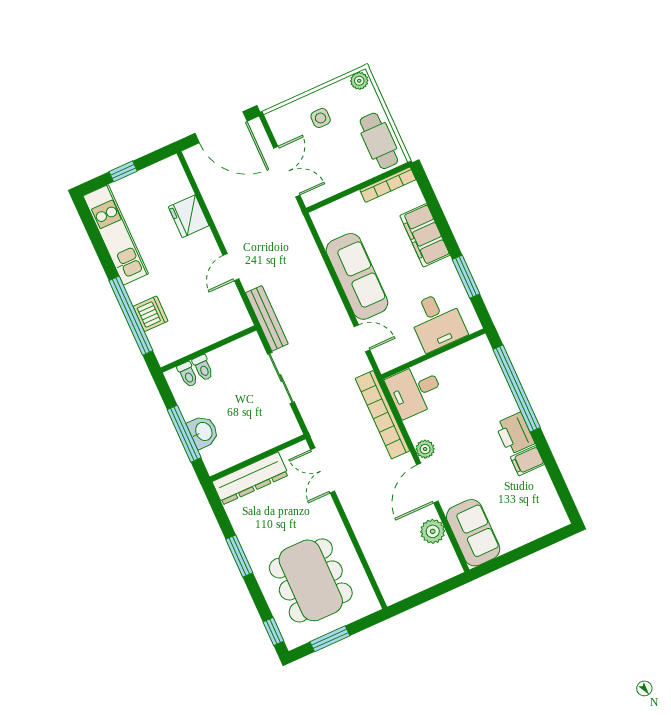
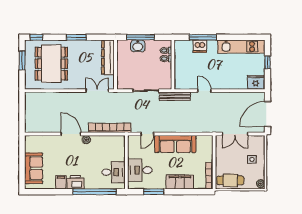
fridge: (189, 216) -> (256, 82), moved
window: (131, 316) -> (203, 37), width x0.68
desk: (415, 390) -> (113, 172), moved, turned 90
plant: (433, 531) -> (49, 127), removed
sofa: (473, 533) -> (34, 168), moved, turned -90
dining table: (311, 580) -> (51, 64), turned 90

